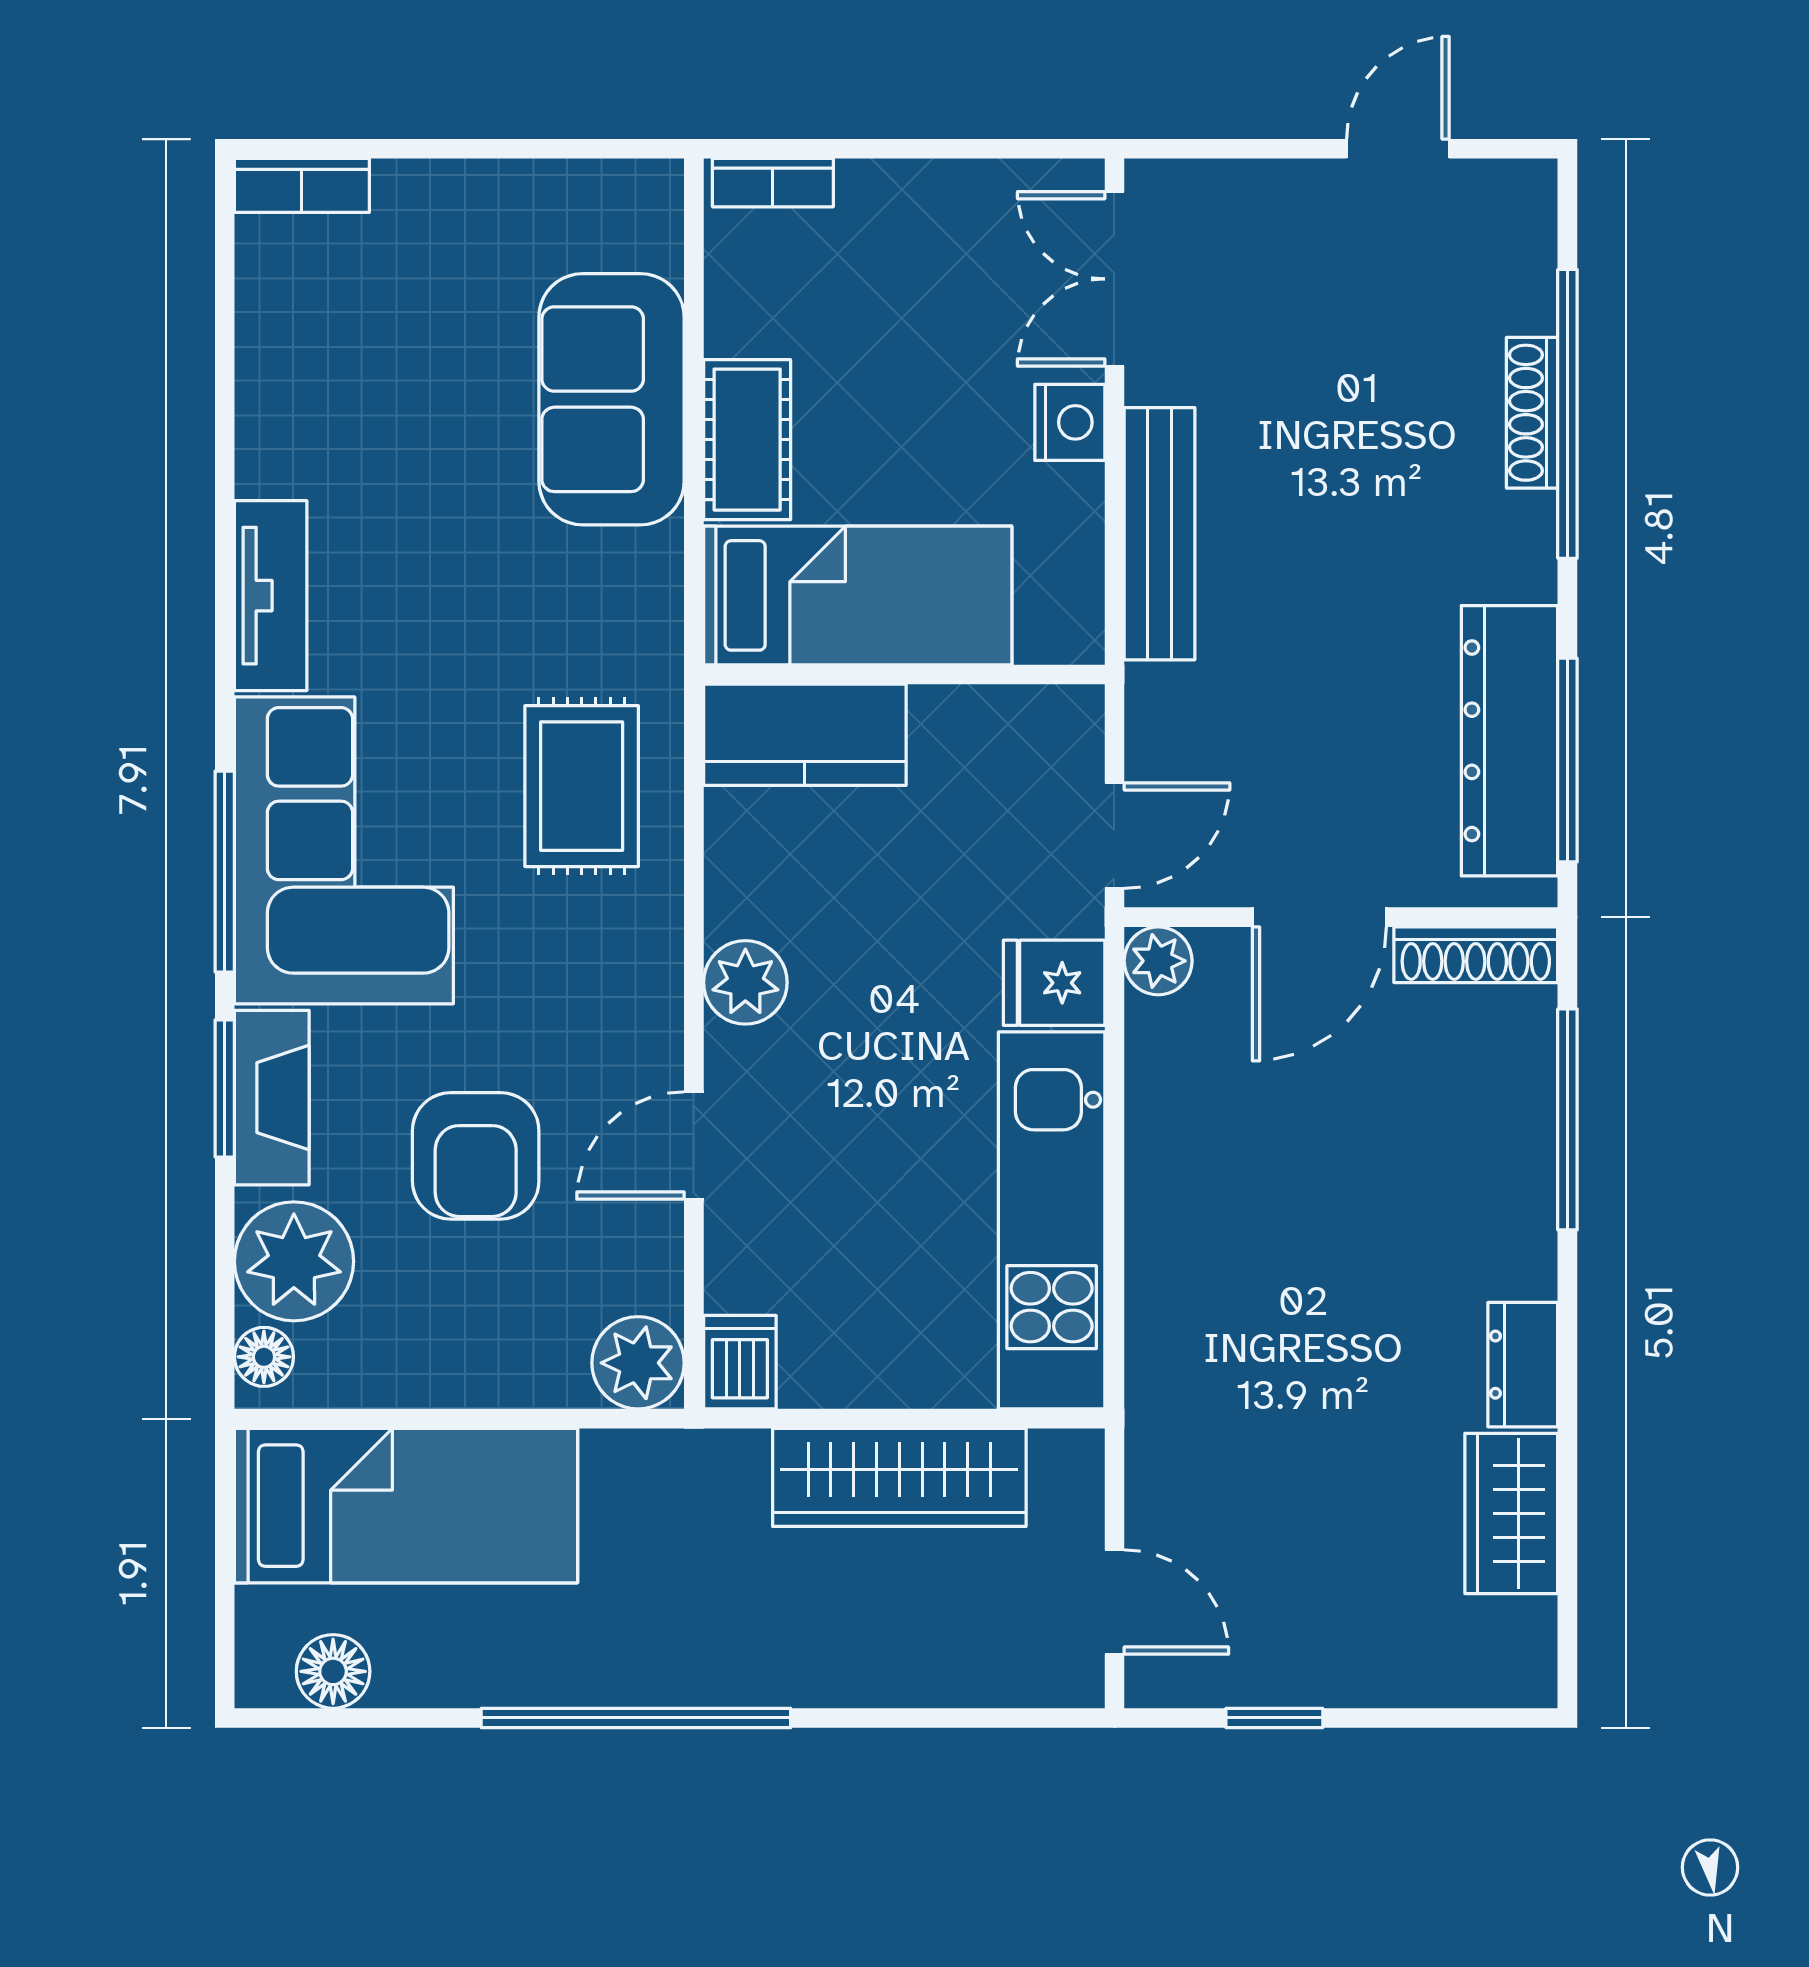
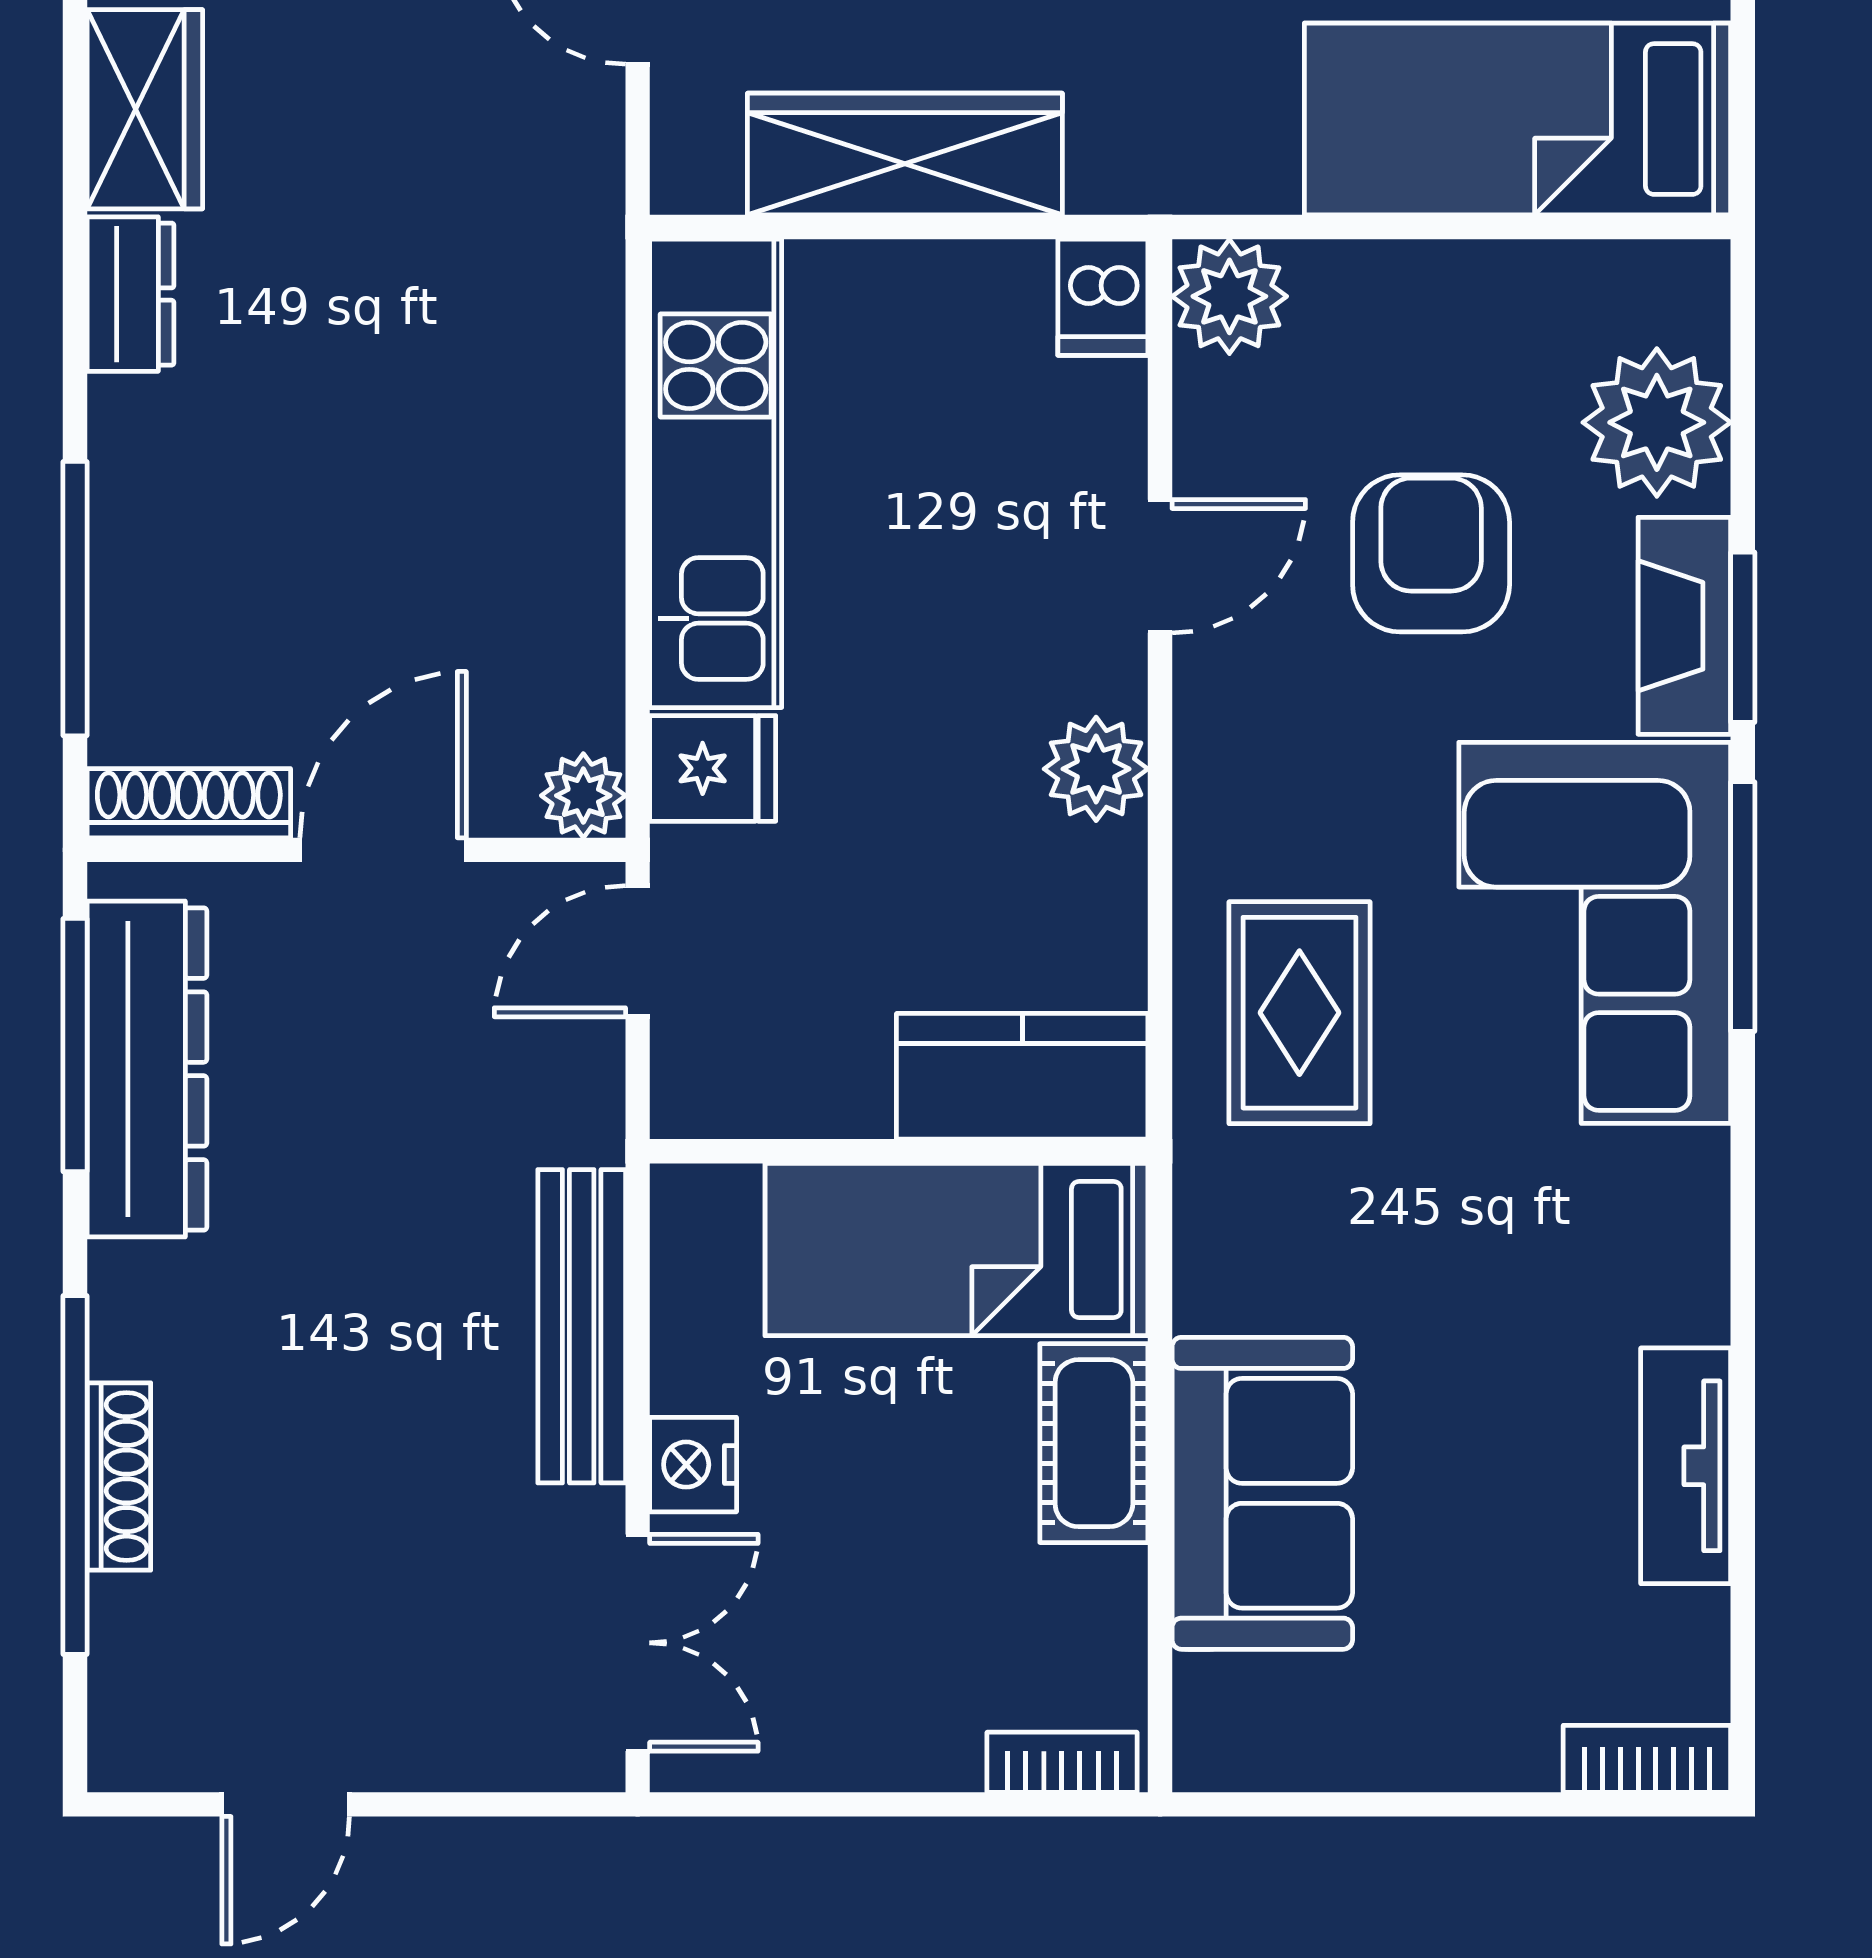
tv unit: (271, 596) -> (1686, 1466), moved
floor lamp: (264, 1357) -> (1694, 304), removed

